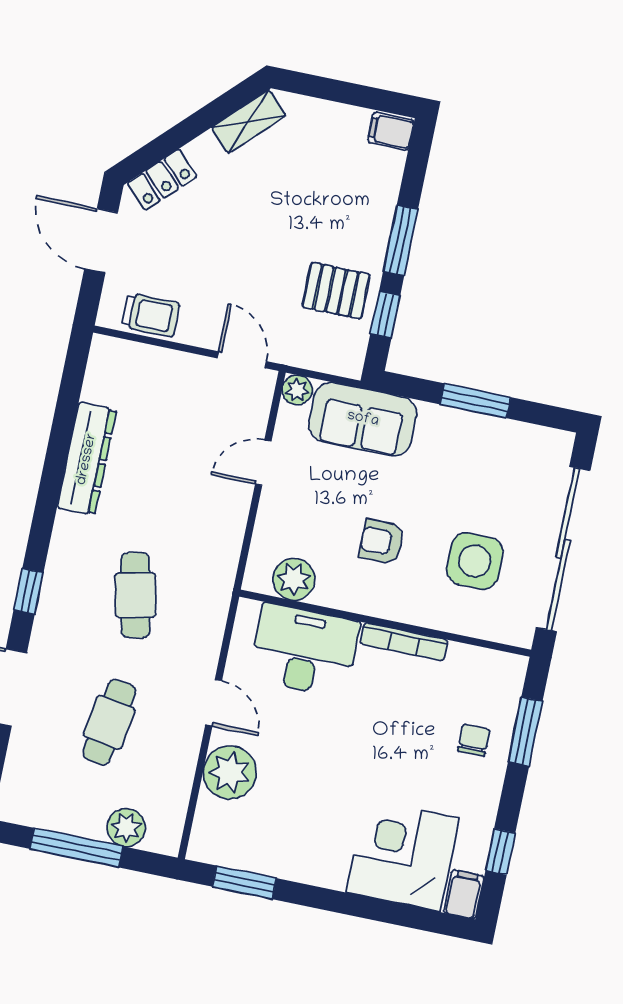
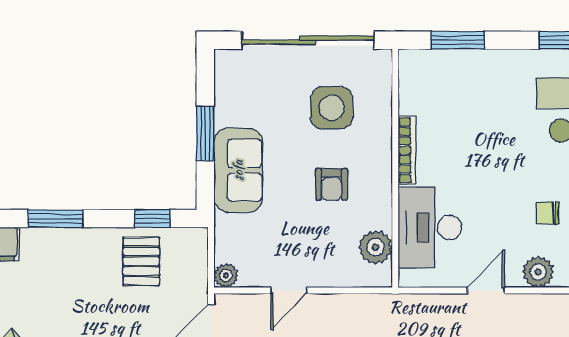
window: (401, 240) -> (56, 218), moved
sofa: (363, 419) -> (238, 170), moved
door: (263, 463) -> (289, 290), hinge flipped
chair: (474, 740) -> (547, 213), moved
plant: (230, 772) -> (538, 272), width x0.73, depth x0.73

